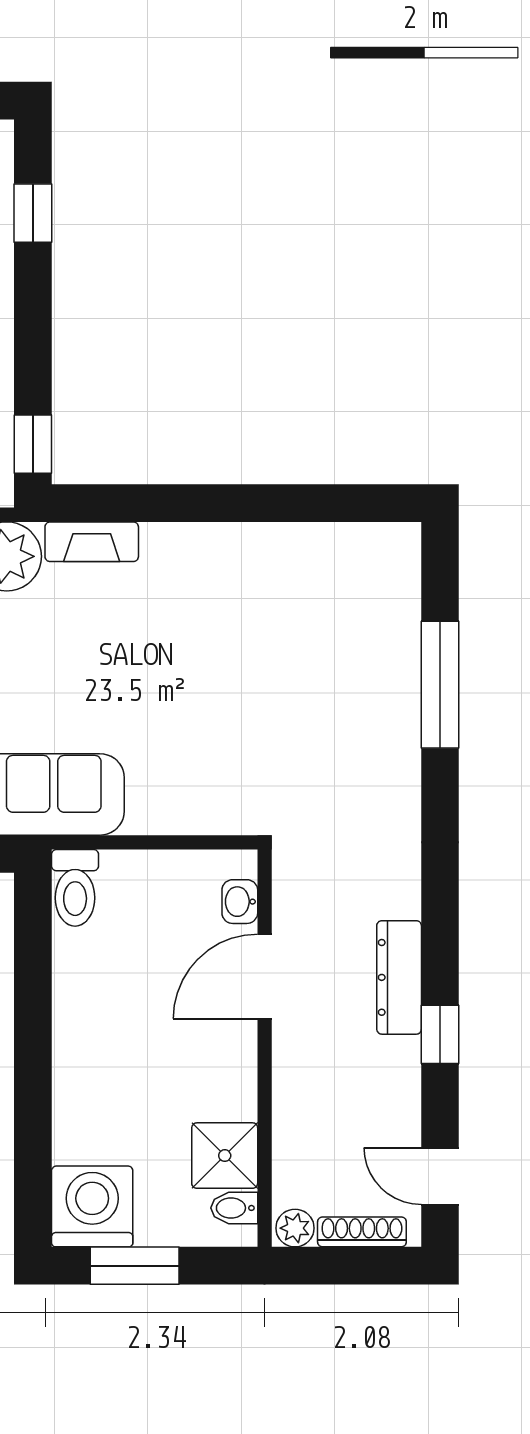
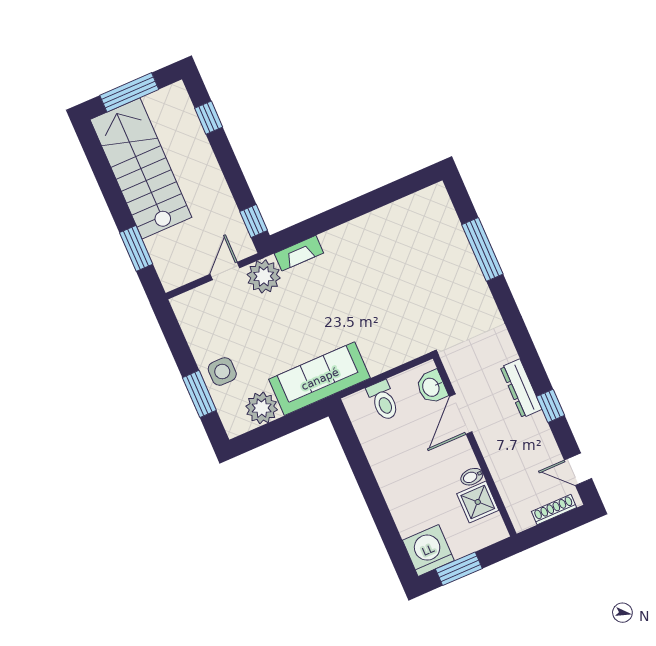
toilet: (75, 888) -> (383, 401), moved
washbasin: (240, 902) -> (432, 387), width x1.38, depth x1.45
bidet: (234, 1208) -> (472, 477), moved
plant: (295, 1228) -> (523, 521), removed

